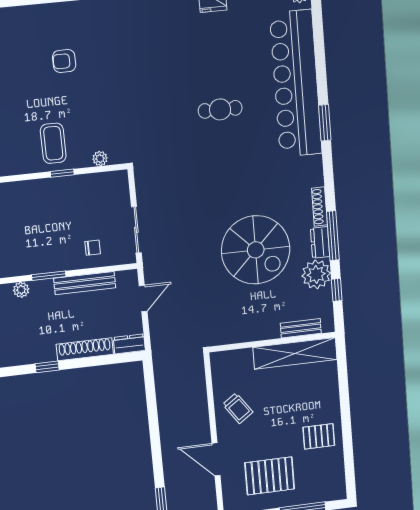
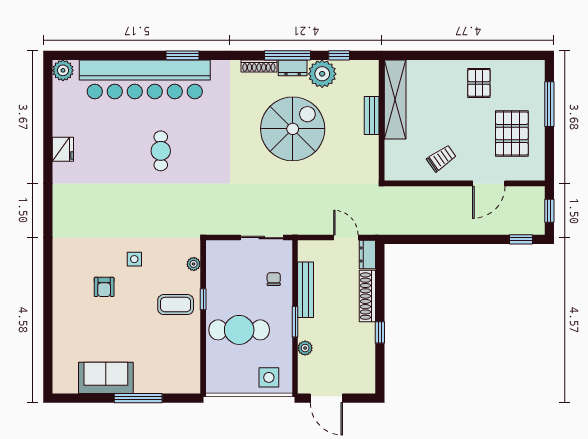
side table: (99, 92) -> (134, 259), added
cafe table: (33, 216) -> (239, 330), added
door: (143, 298) -> (346, 238), moved
bench: (301, 328) -> (372, 116), moved

